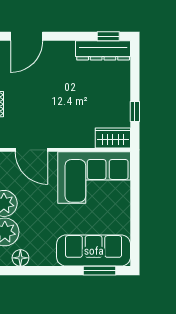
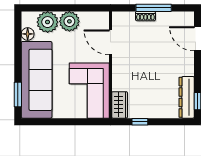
door: (31, 150) -> (110, 42), hinge flipped
sofa: (94, 251) -> (37, 80), width x1.36, depth x1.27

